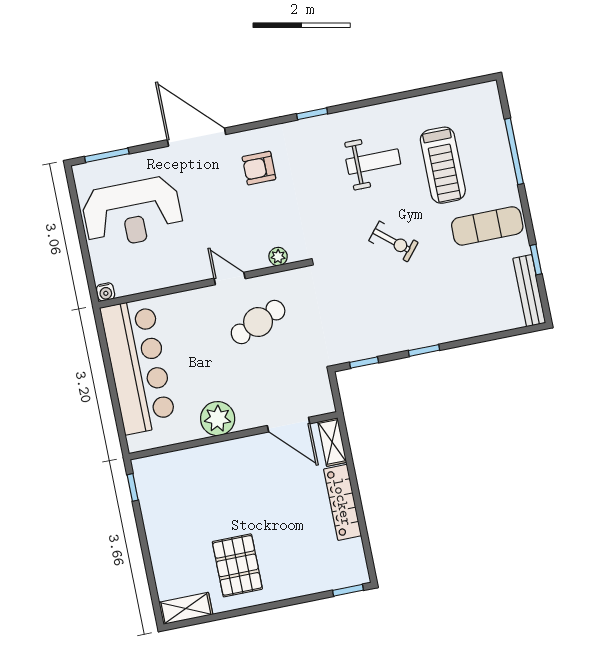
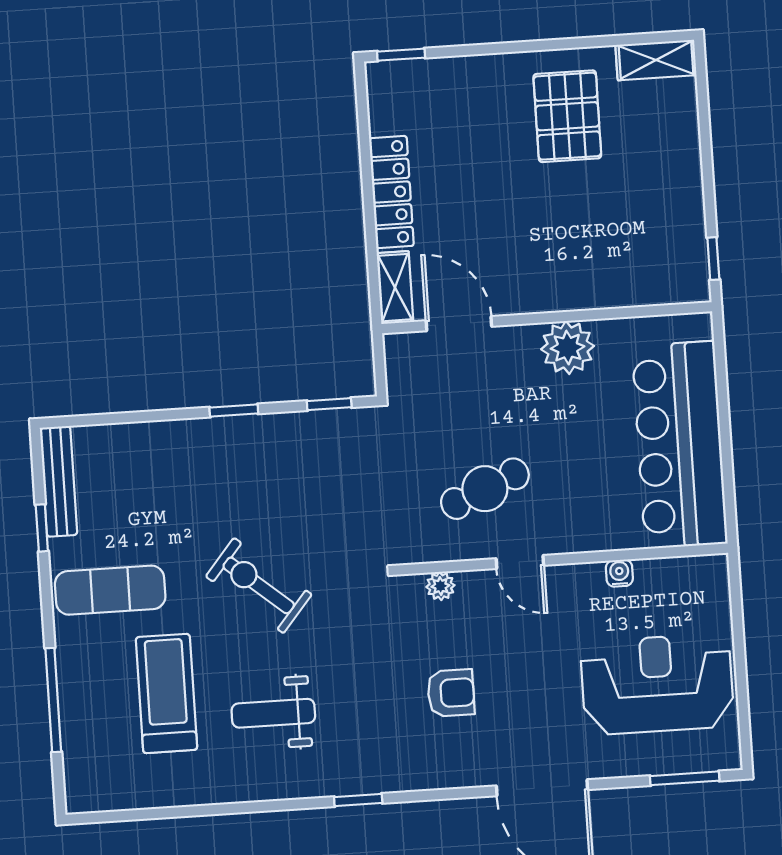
armchair: (259, 168) -> (451, 693), moved
exercise bike: (393, 241) -> (259, 585), width x1.38, depth x1.39
water cooler: (106, 292) -> (619, 573), moved

